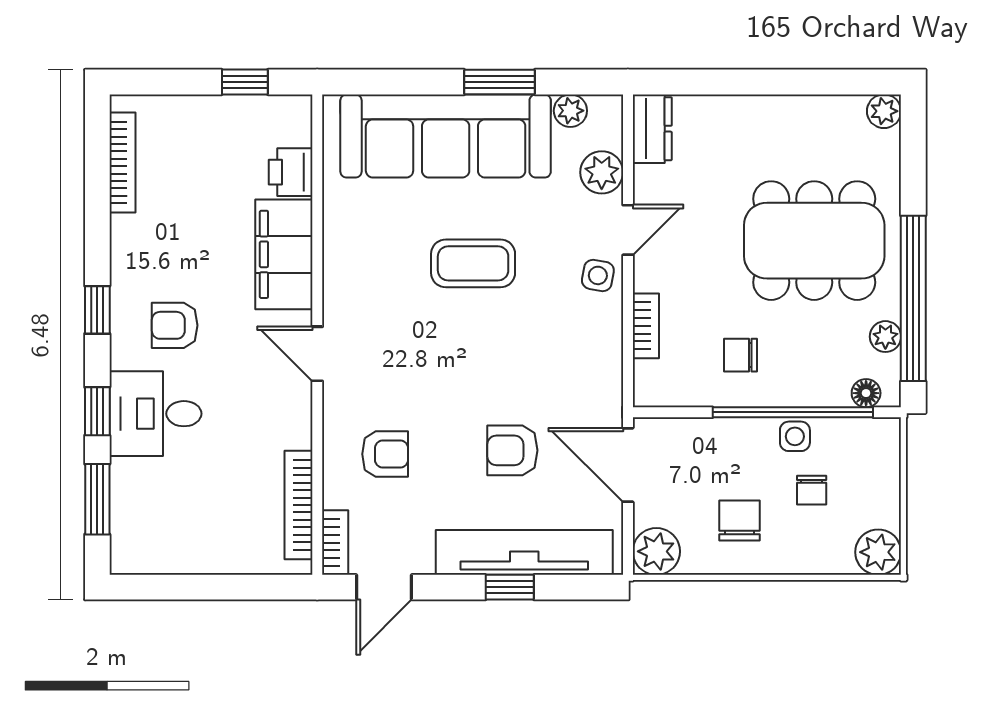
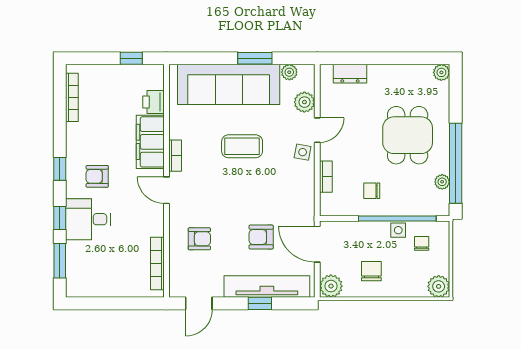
dresser: (652, 129) -> (350, 74), moved, turned 90
dining table: (814, 241) -> (408, 135), width x0.73
floor lamp: (866, 393) -> (433, 209), removed
chair: (812, 490) -> (422, 243), moved, turned 180
bookcase: (335, 543) -> (175, 156), moved

